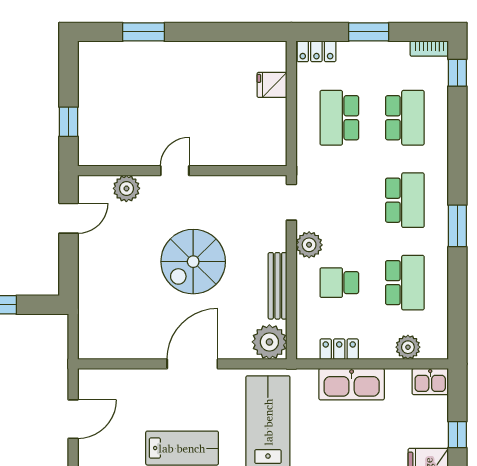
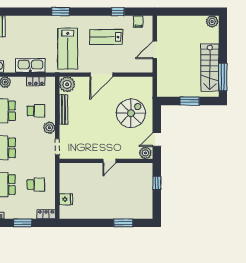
school desk: (339, 118) -> (36, 185), width x0.54
plant: (126, 188) -> (145, 153), moved
spiral stairs: (193, 262) -> (131, 113), moved

